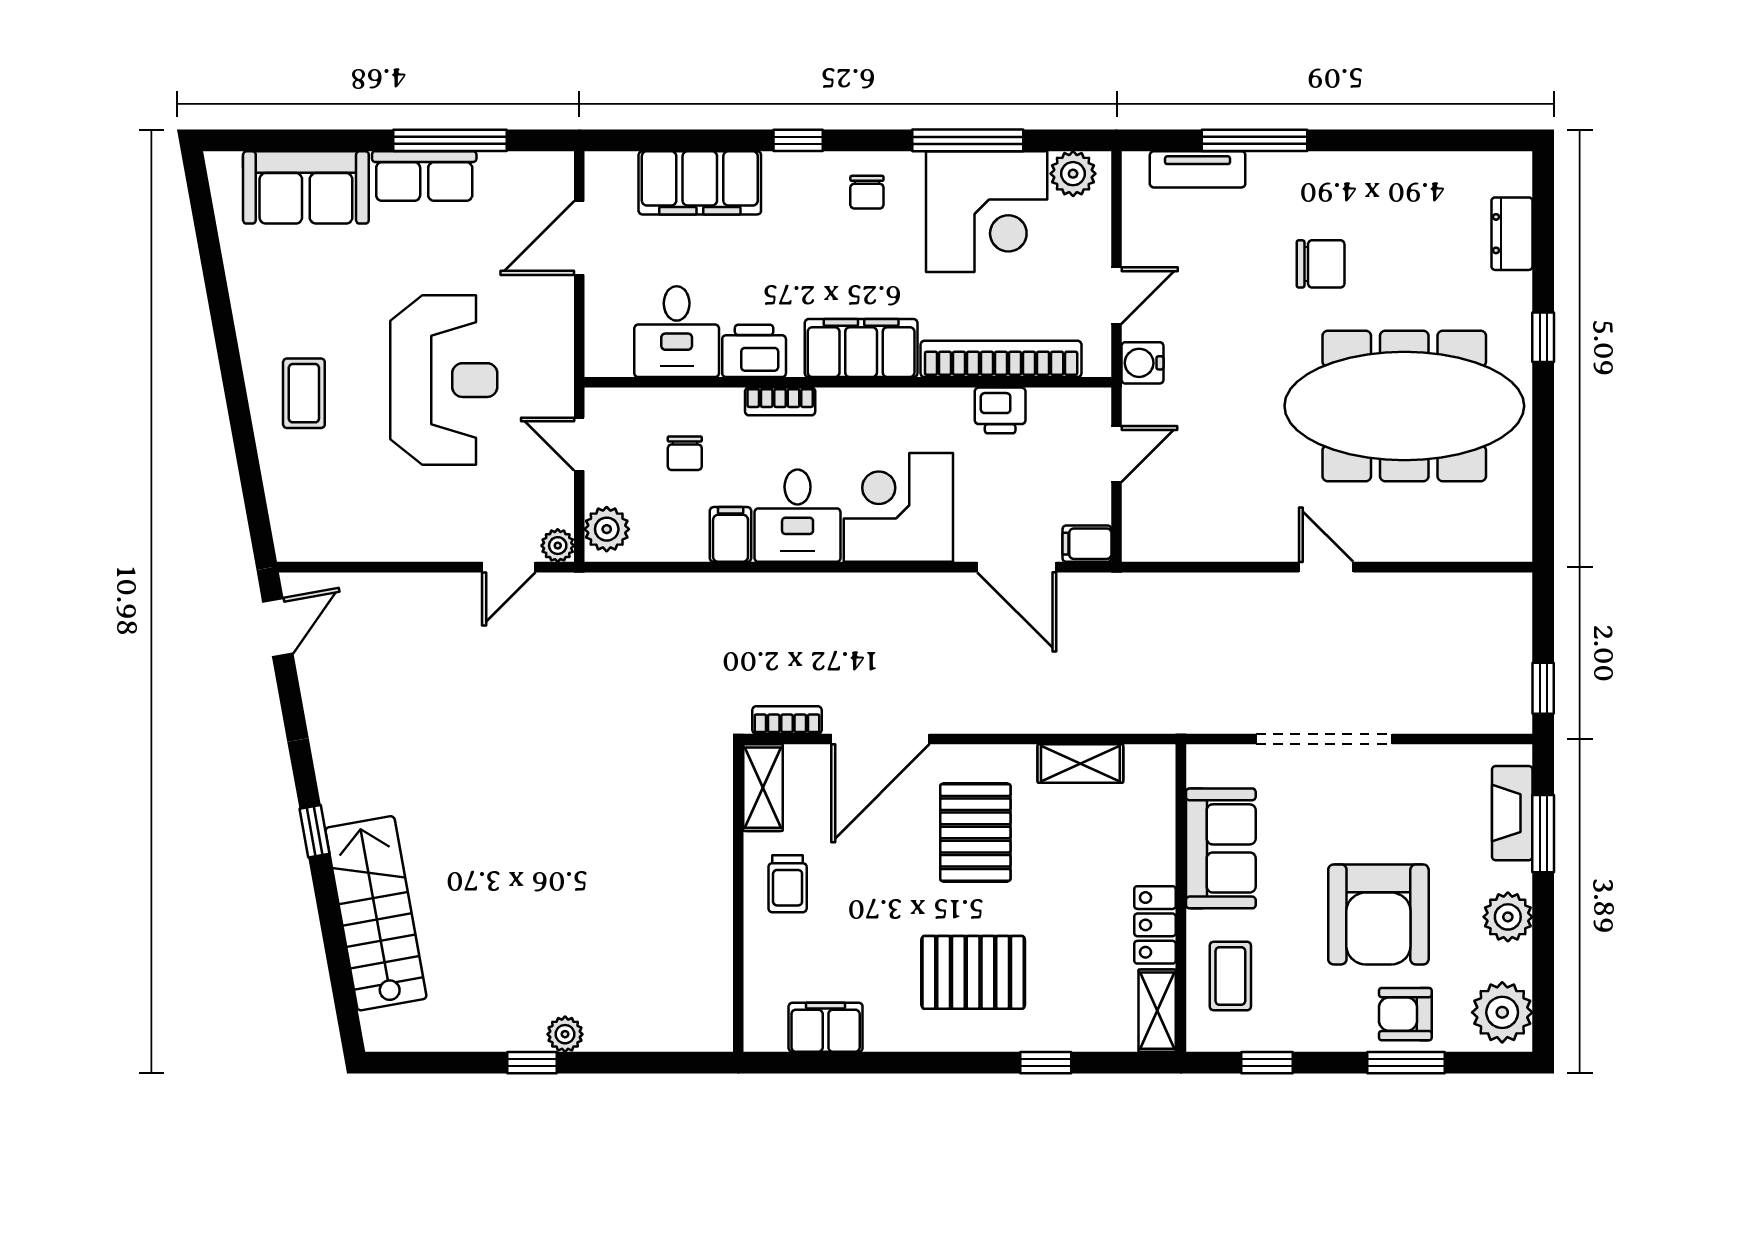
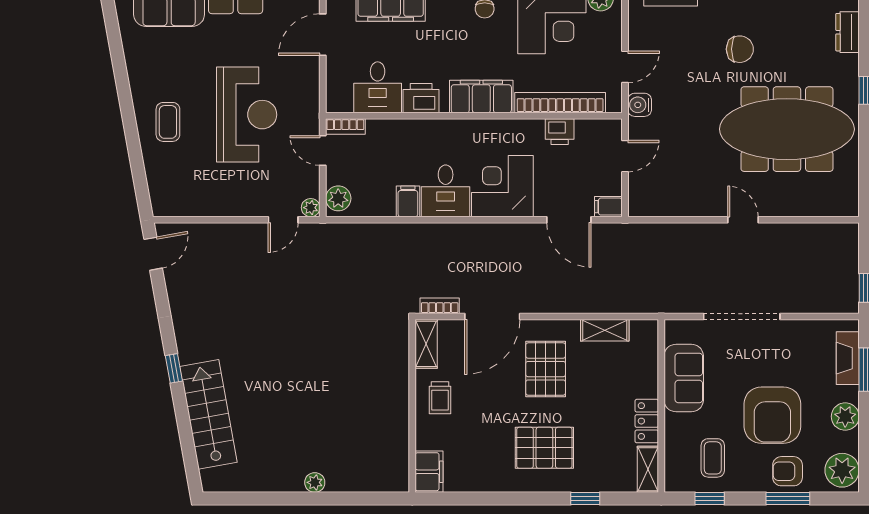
bookcase: (780, 401) -> (345, 127), moved
chair: (685, 453) -> (382, 156), removed
coffee table: (1230, 976) -> (713, 458), moved
filing cabinet: (826, 1027) -> (429, 472), moved, turned 90
window: (532, 1063) -> (296, 499), removed

